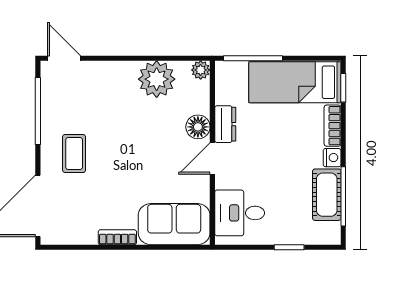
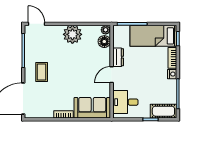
plant: (157, 79) -> (72, 34), moved
floor lamp: (198, 127) -> (104, 42), moved
cot: (327, 195) -> (163, 111), moved, turned 90

